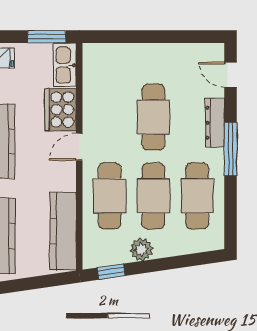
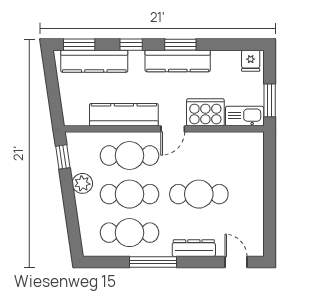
door: (231, 75) -> (236, 262), hinge flipped
door: (79, 147) -> (173, 129), swing flipped
window: (231, 149) -> (153, 262), moved
kitchen counter: (63, 231) -> (124, 115), moved

